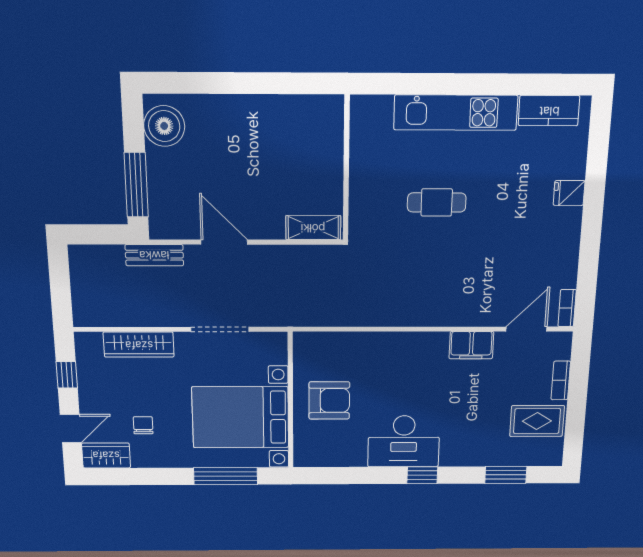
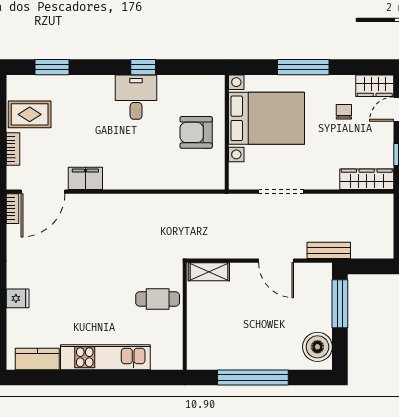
window: (253, 83) -> (253, 378), added
cafe table: (437, 202) -> (158, 299), moved
door: (526, 329) -> (43, 192), width x1.36
wardrobe: (139, 345) -> (367, 179), moved
chair: (143, 425) -> (344, 112), turned 180
desk: (404, 441) -> (136, 97), width x0.73
window: (422, 475) -> (143, 67), moved
window: (226, 476) -> (303, 67), moved

